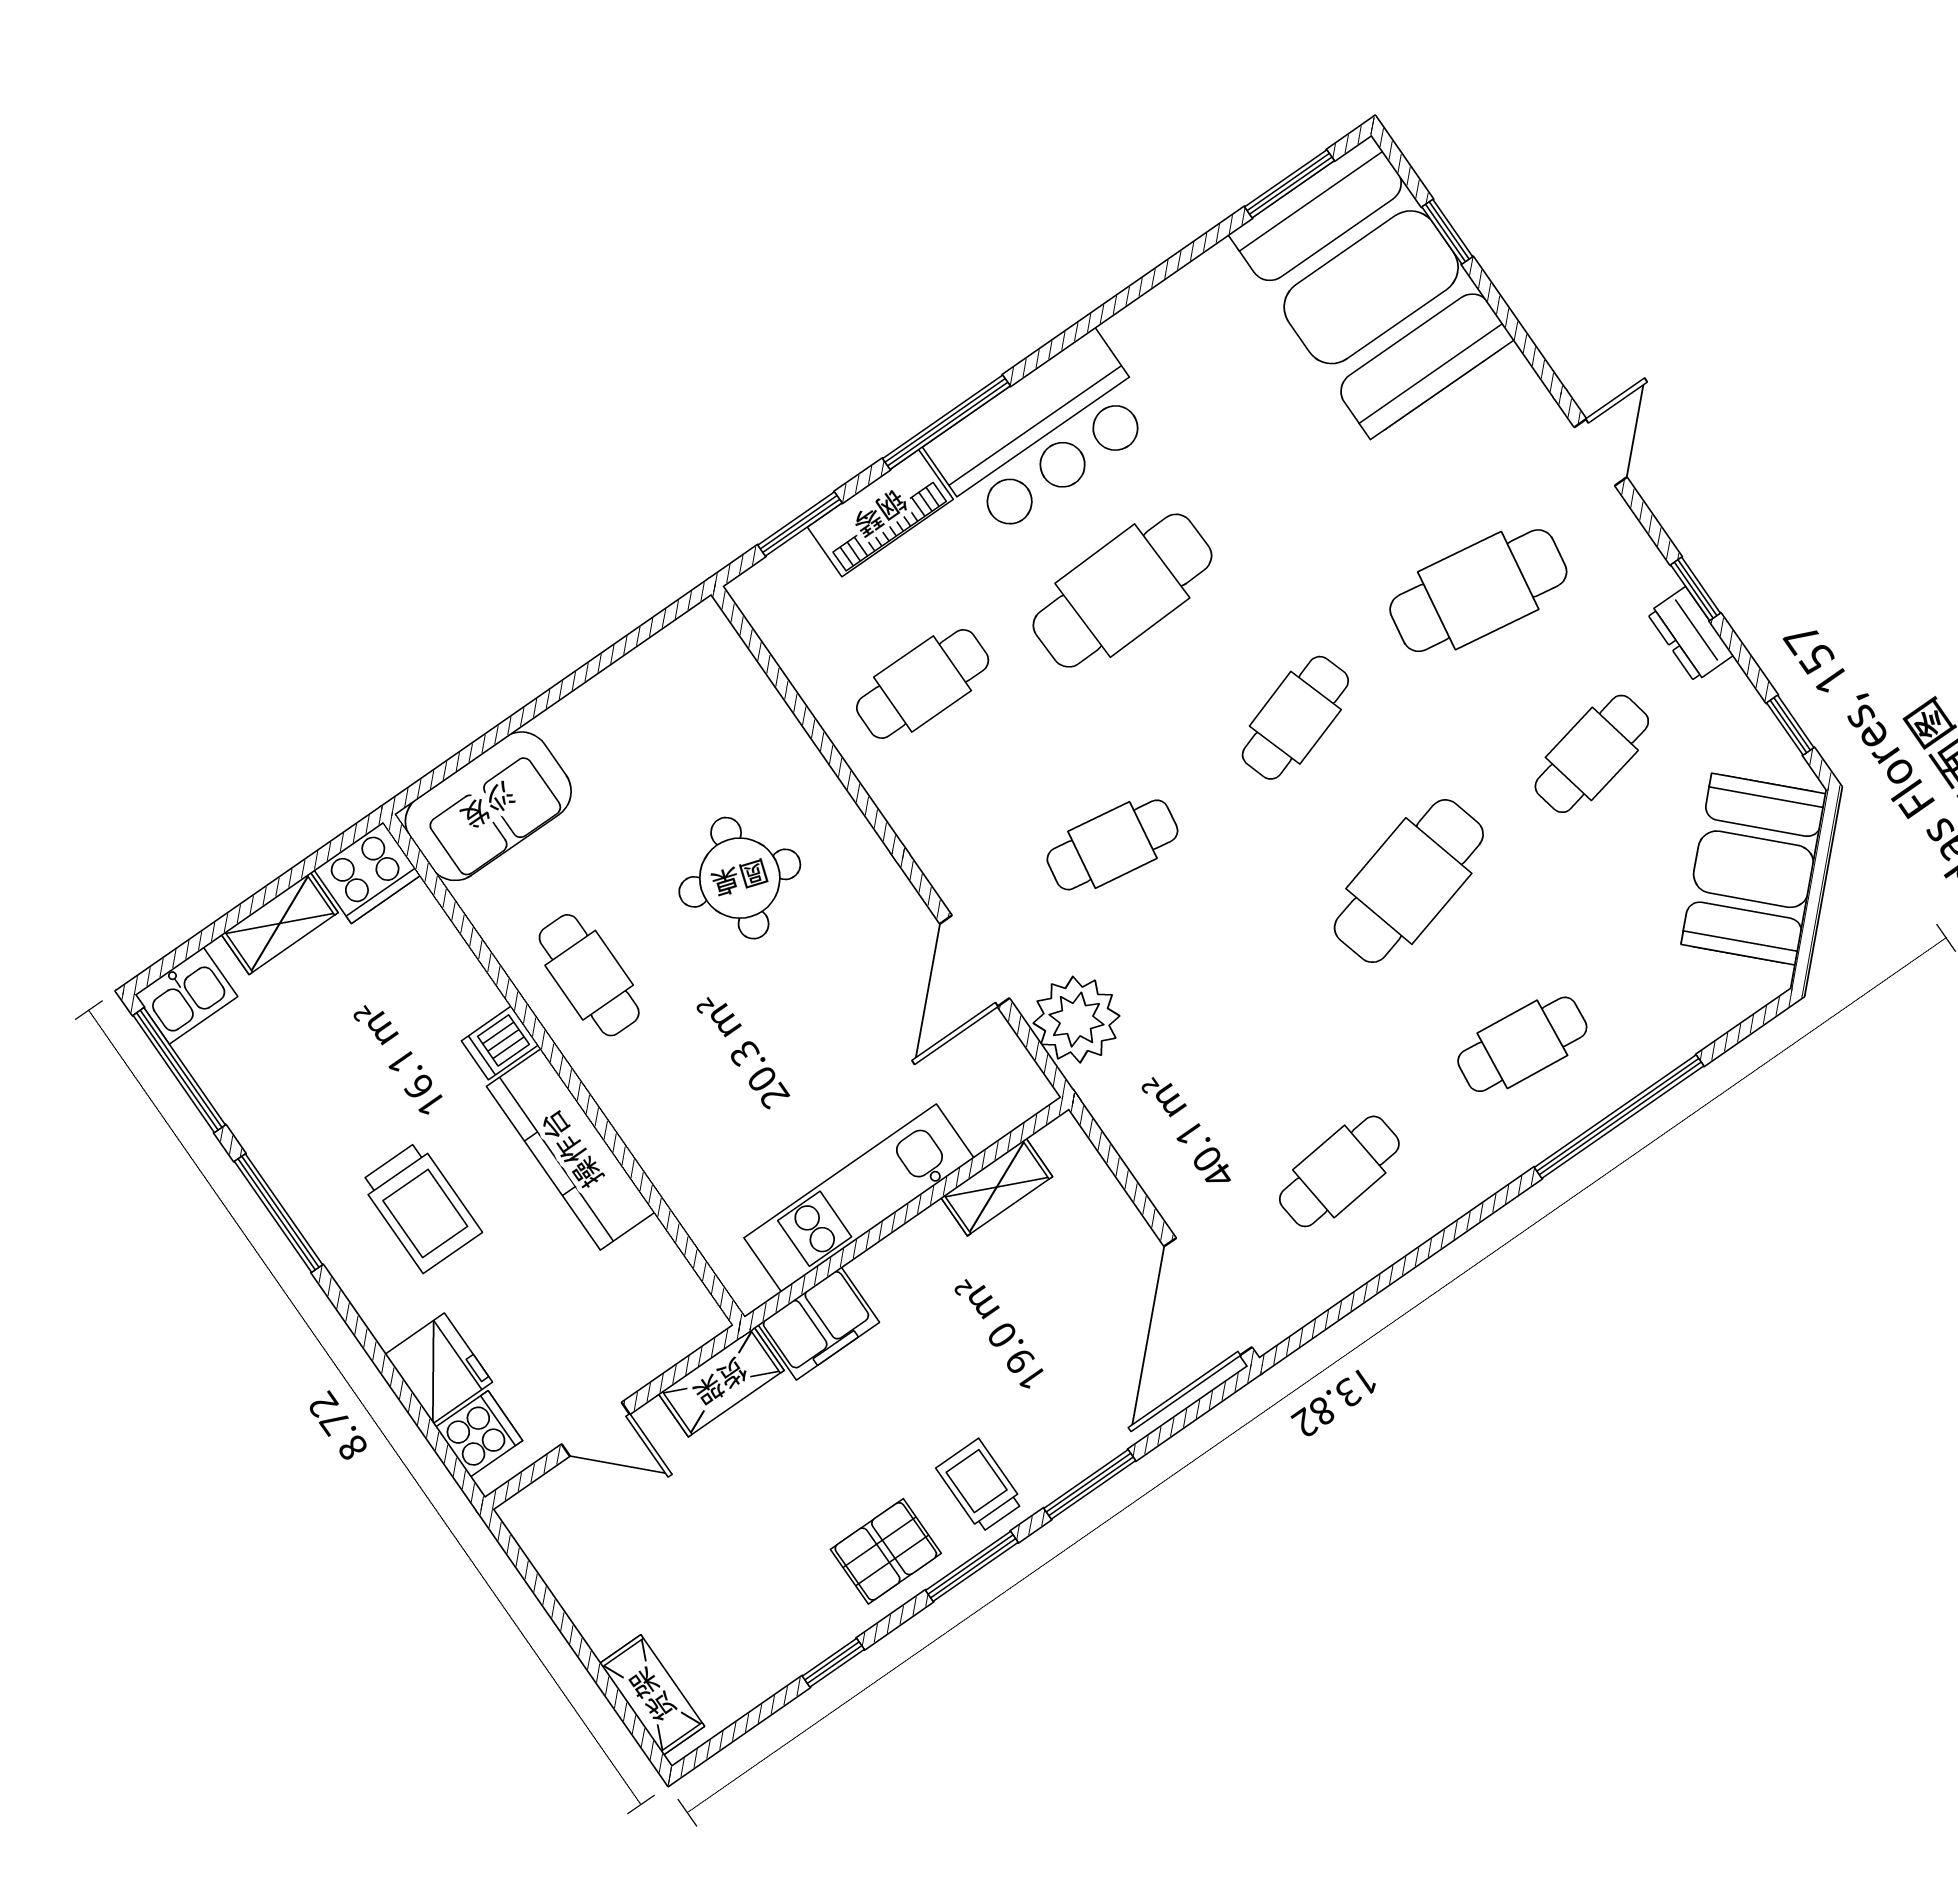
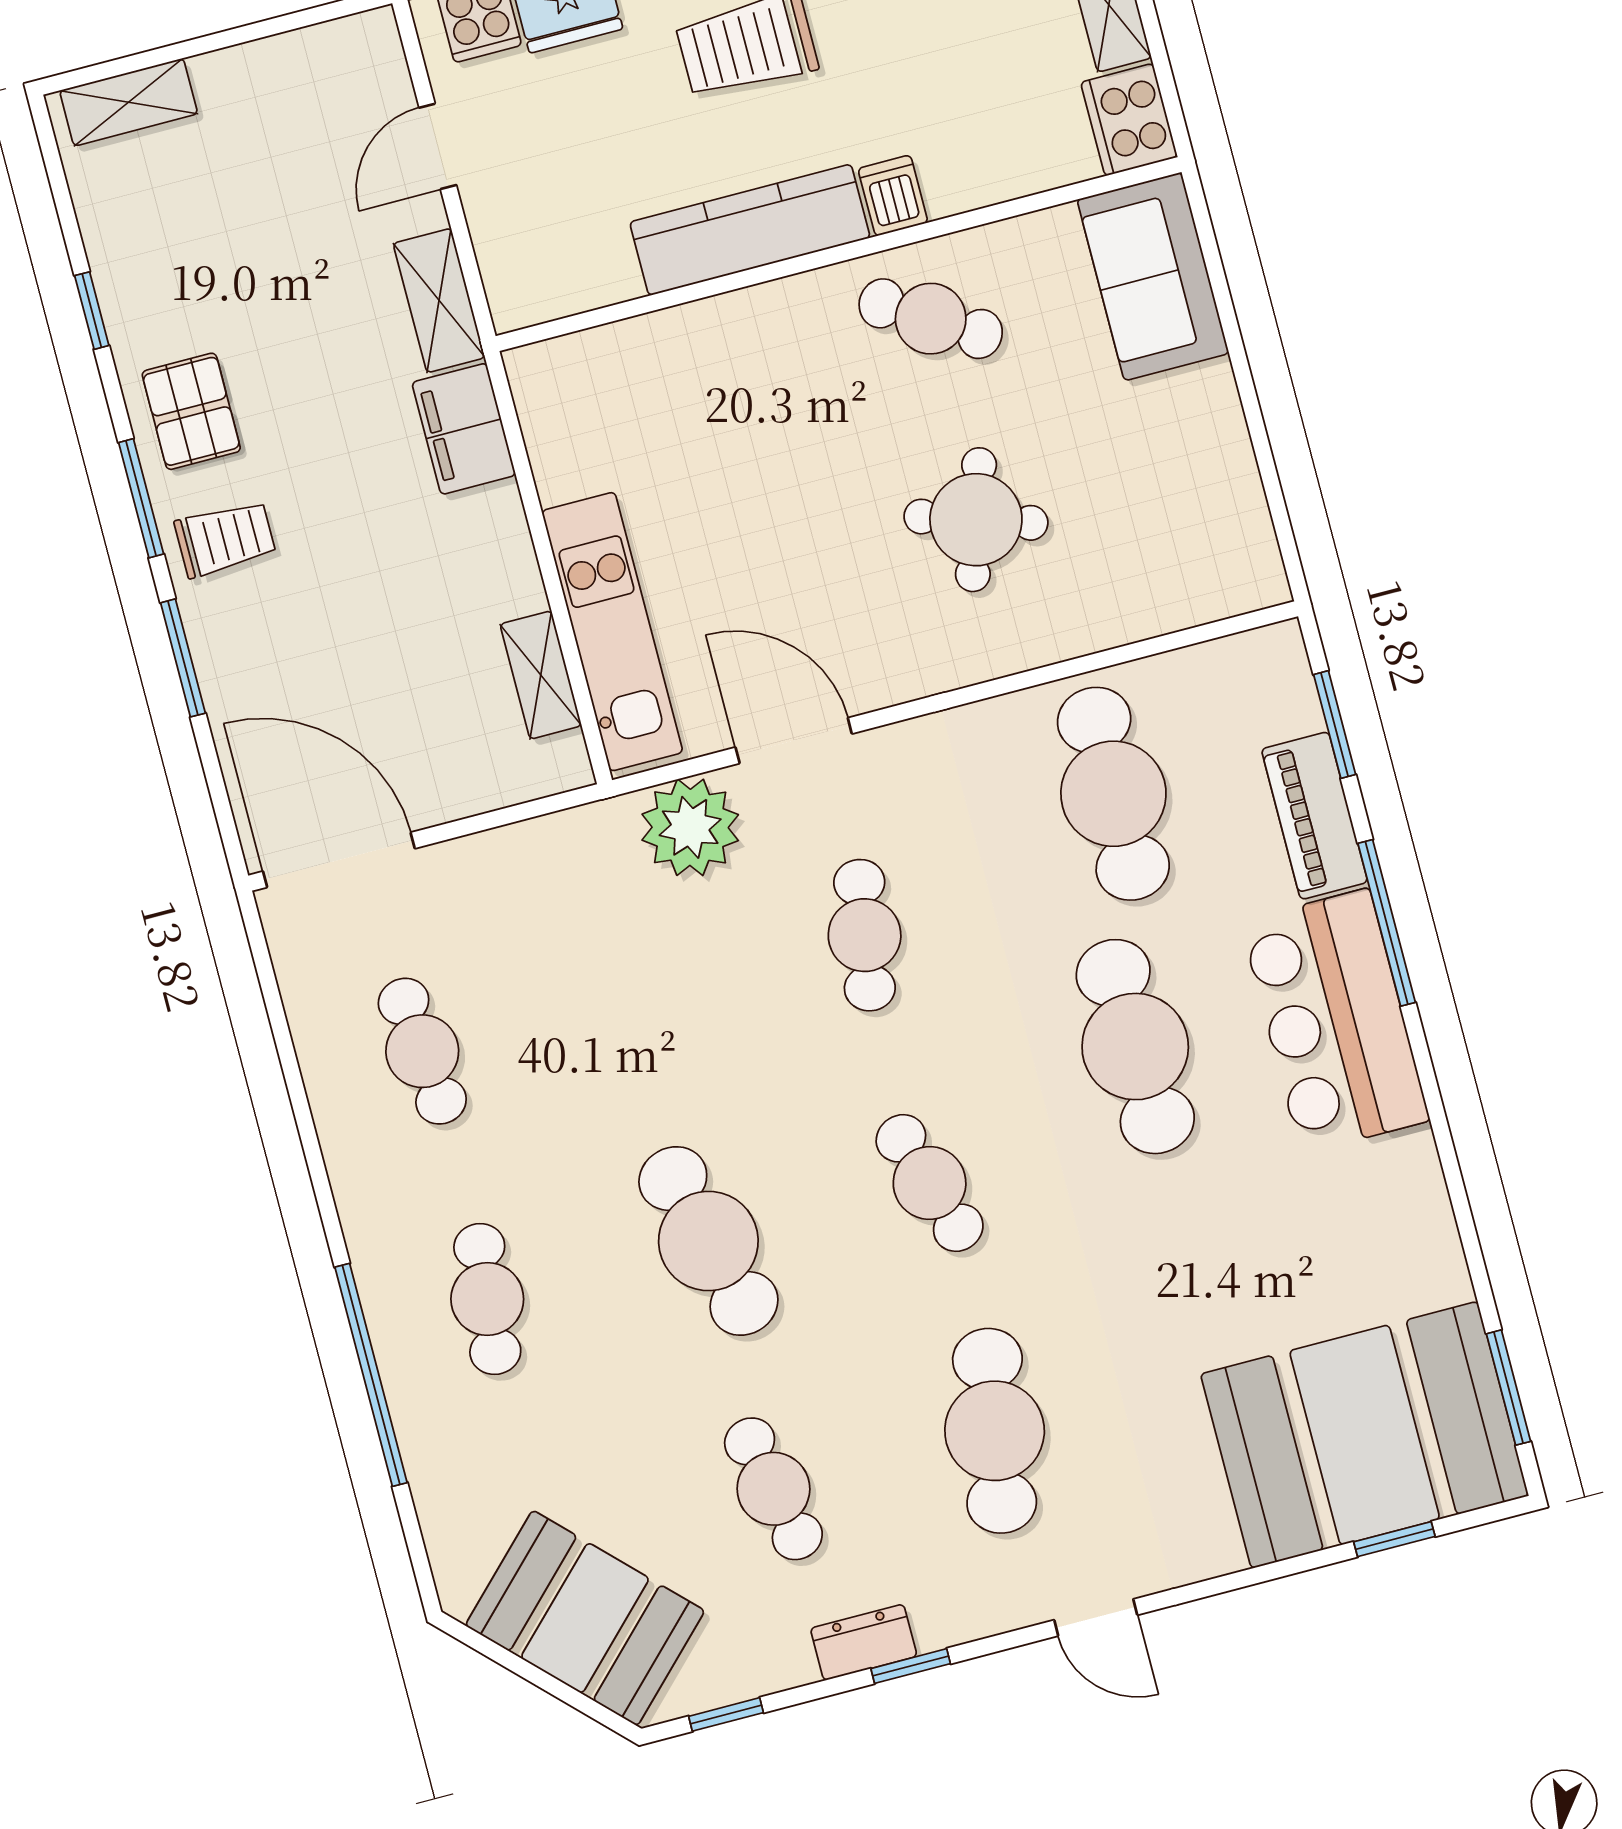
cafe table: (923, 684) -> (1113, 794), width x1.37, depth x1.35
cafe table: (589, 975) -> (931, 319), turned 32
kitchen unit: (859, 1198) -> (612, 632), moved

